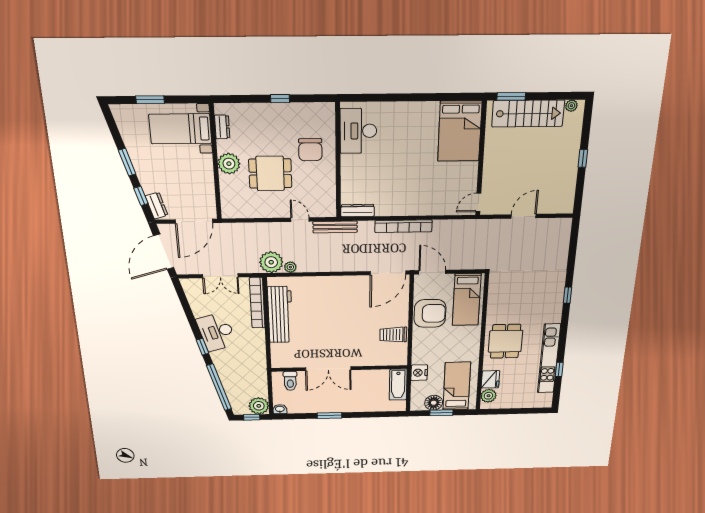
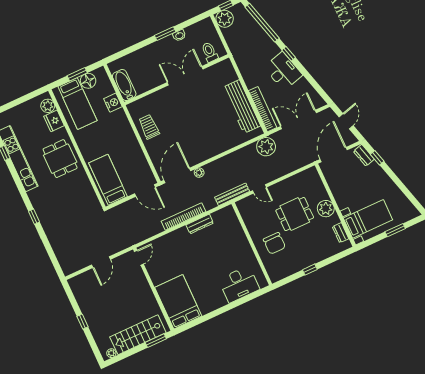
desk: (358, 131) -> (239, 284), moved, turned 90
chair: (310, 150) -> (274, 243), turned 180
window: (127, 162) -> (395, 179), removed
dresser: (358, 211) -> (200, 224), moved
door: (164, 252) -> (346, 121), width x0.53
plant: (290, 267) -> (199, 173), moved
double door: (220, 276) -> (298, 120), width x1.37
armchair: (430, 313) -> (130, 157), removed
trolley: (393, 335) -> (149, 127), turned -90
washbasin: (280, 409) -> (179, 35), moved

